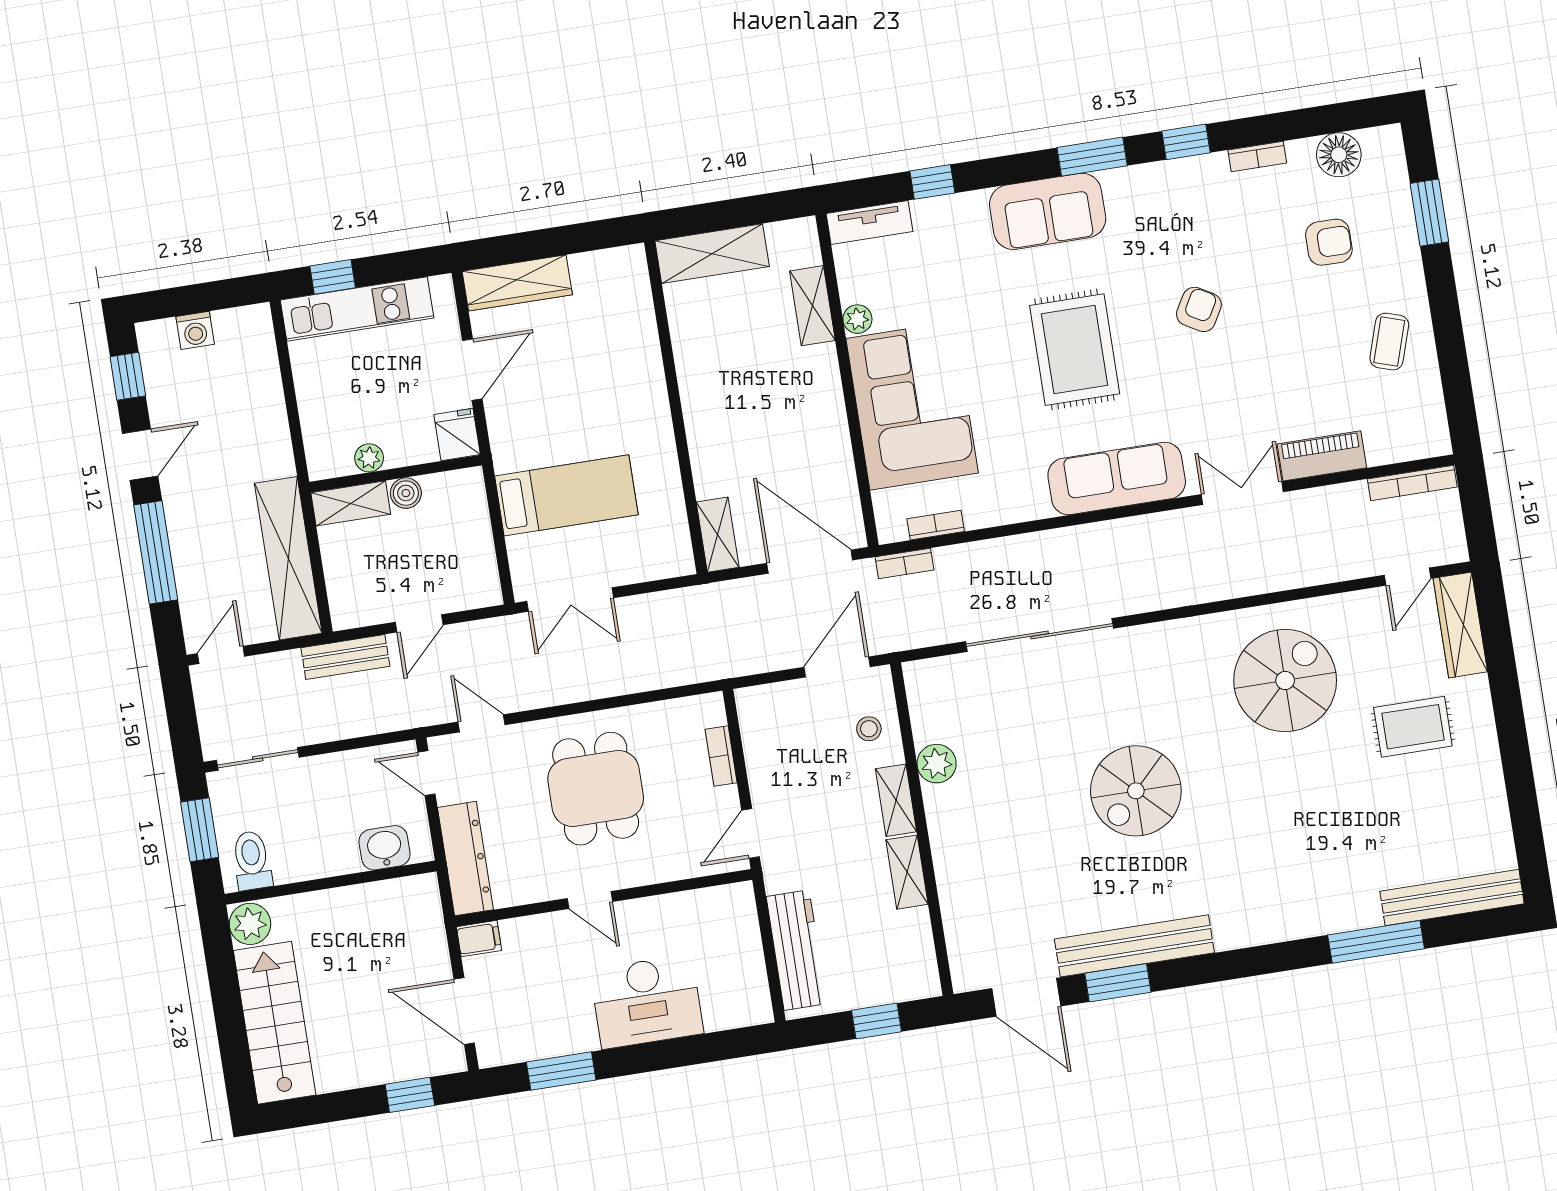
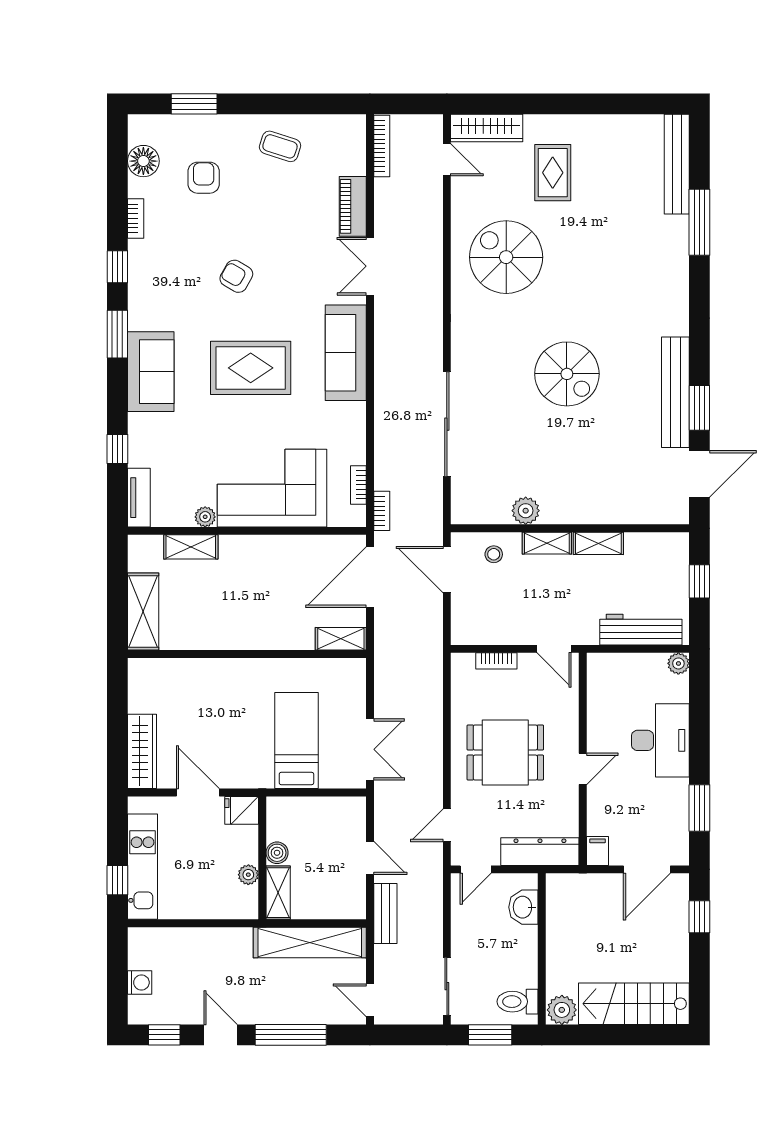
plant: (758, 1010) -> (678, 663), added

